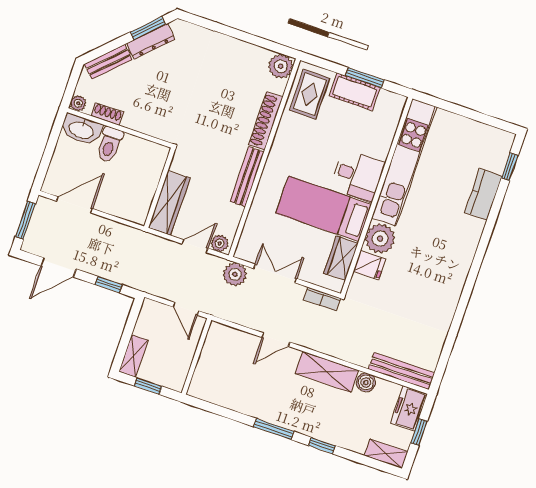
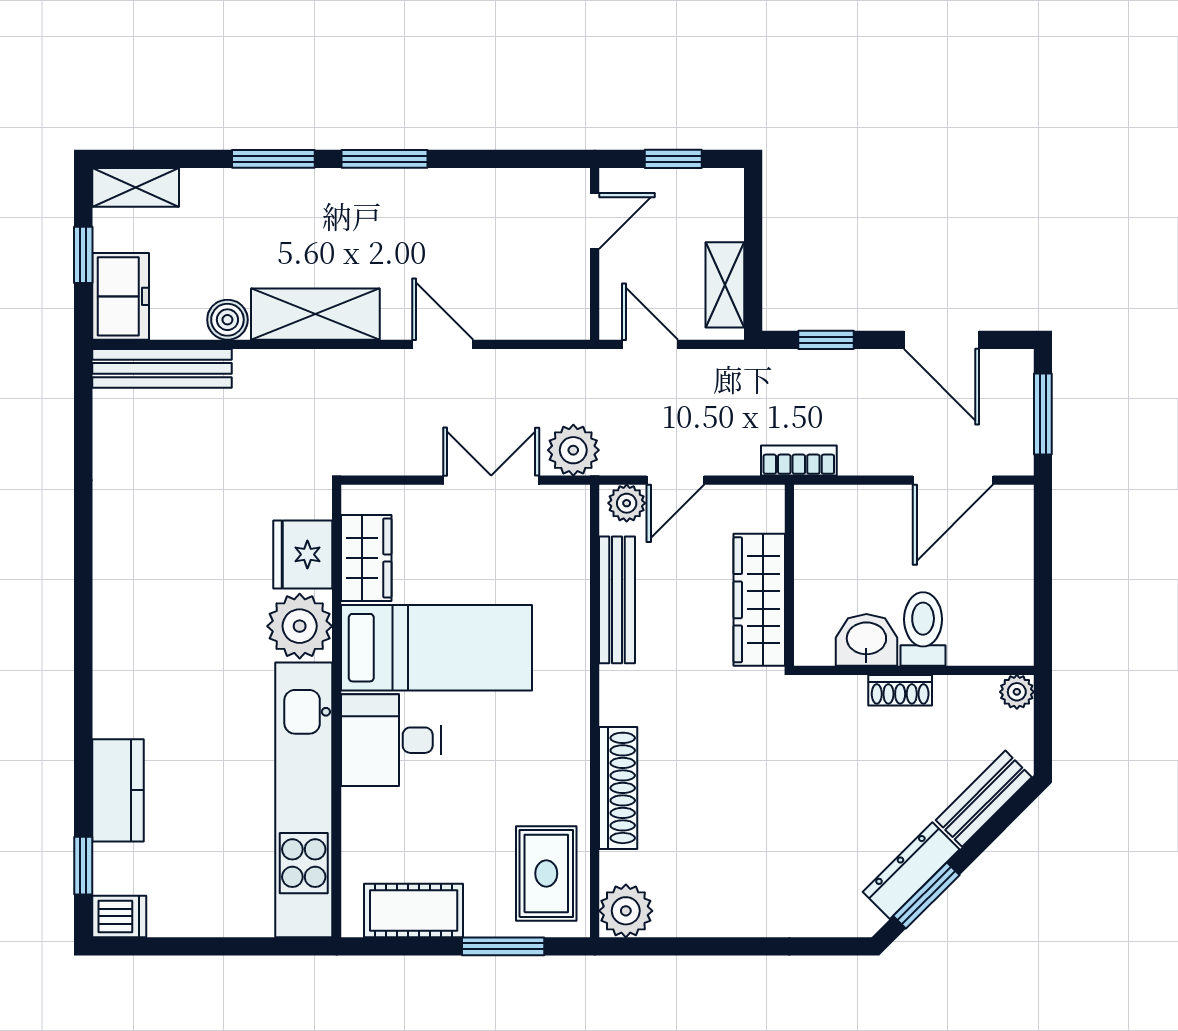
window: (365, 78) -> (503, 946), moved
cot: (355, 92) -> (414, 911), moved
shoe rack: (107, 114) -> (900, 690), moved
washbasin: (81, 130) -> (866, 640), moved, width x0.72
dishwasher: (502, 139) -> (119, 916), added
bench: (247, 177) -> (617, 600), moved
wardrobe: (169, 203) -> (759, 600), moved
fridge: (369, 265) -> (303, 554), width x1.38
door: (58, 267) -> (941, 340), swing flipped
double door: (275, 273) -> (491, 480), swing flipped
bookcase: (322, 299) -> (799, 461), moved
door: (276, 340) -> (443, 344), hinge flipped
shelving: (133, 356) -> (725, 285), moved
door: (192, 371) -> (595, 221), added
window: (322, 446) -> (273, 159), width x1.50

